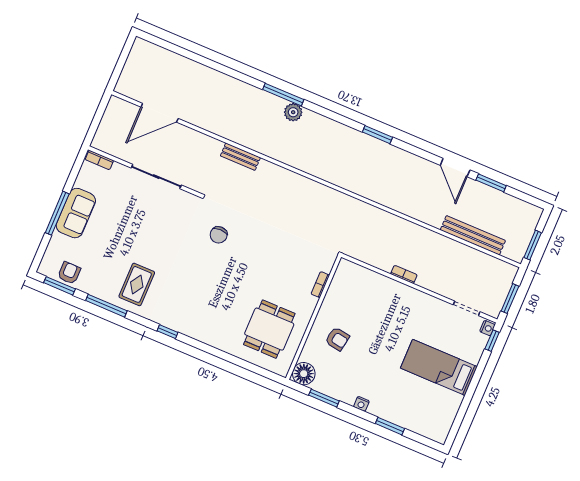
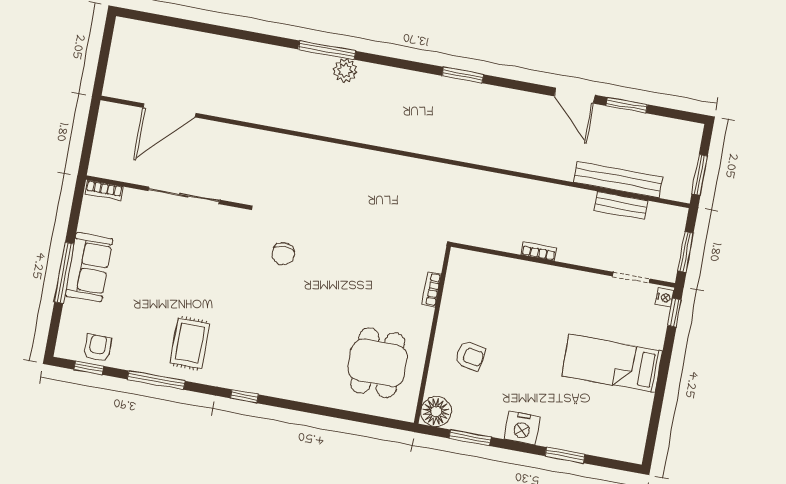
bench: (240, 157) -> (621, 205), moved
window: (60, 286) -> (89, 368), width x0.67
nightstand: (361, 404) -> (522, 428), width x1.89, depth x1.79

